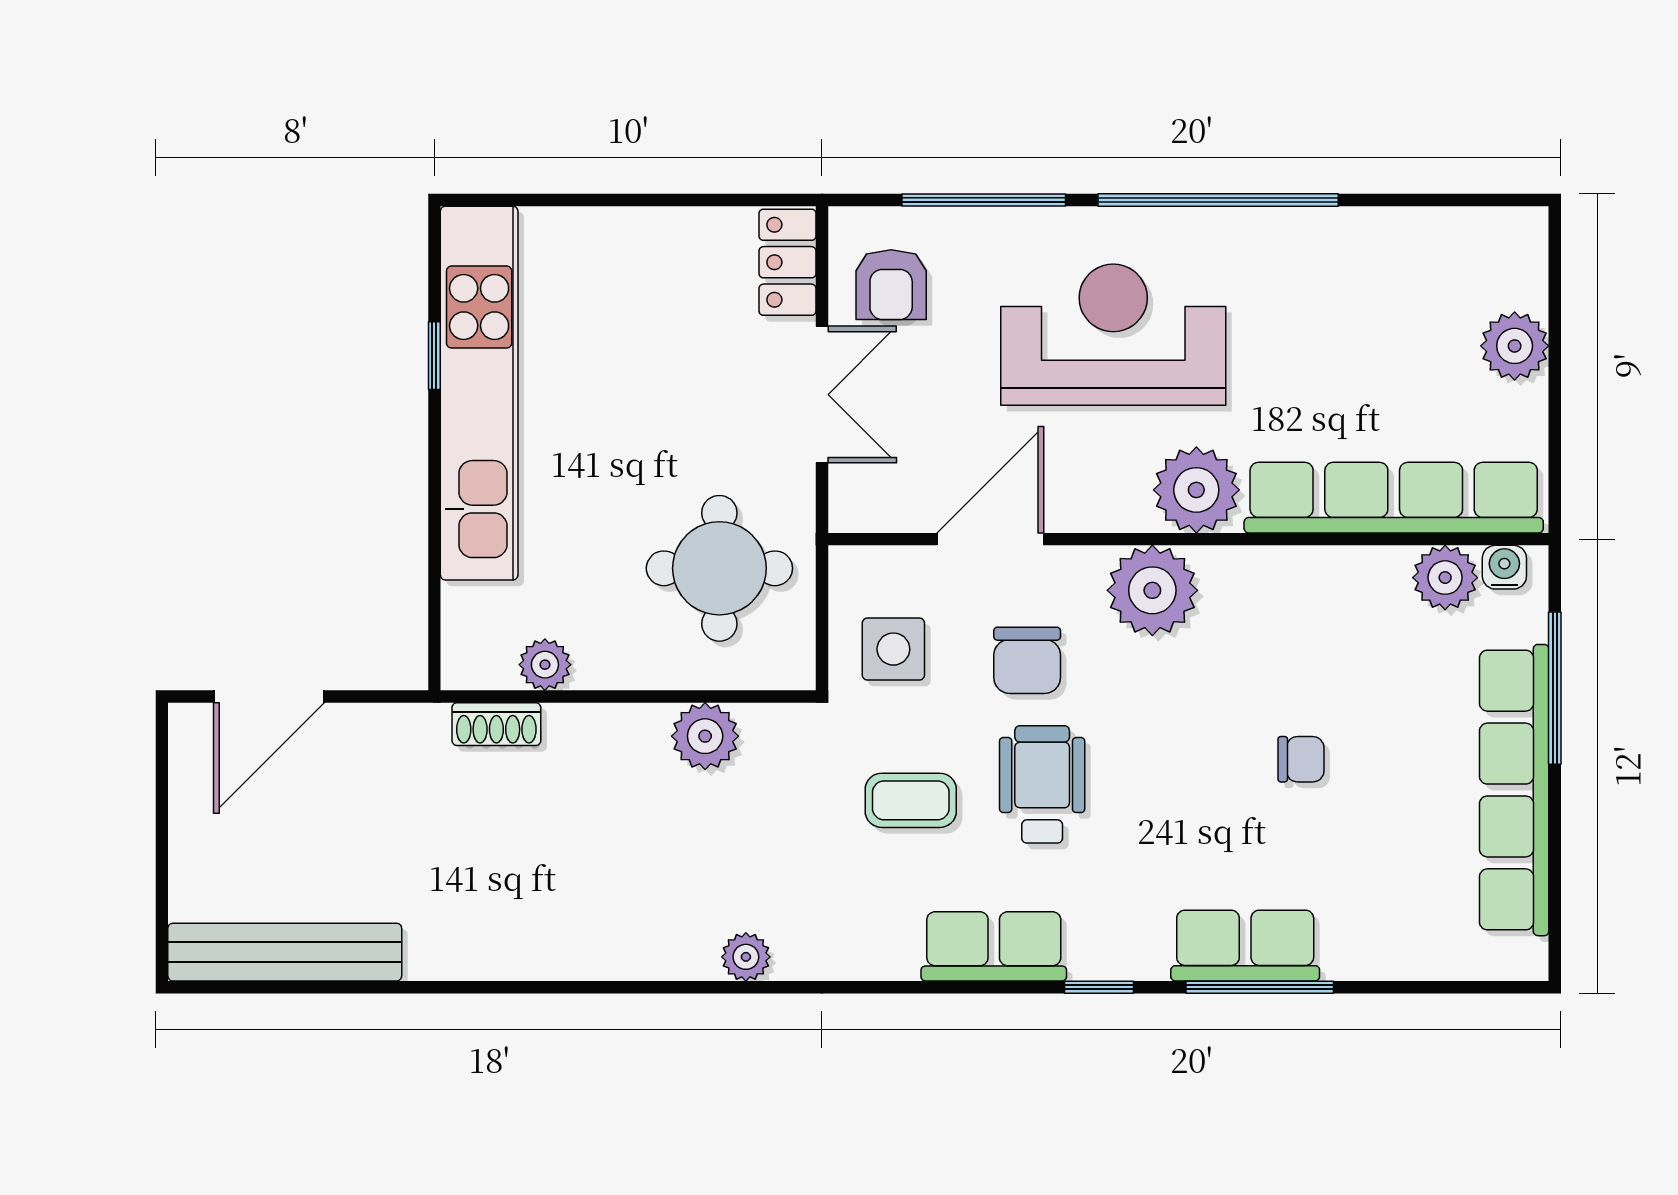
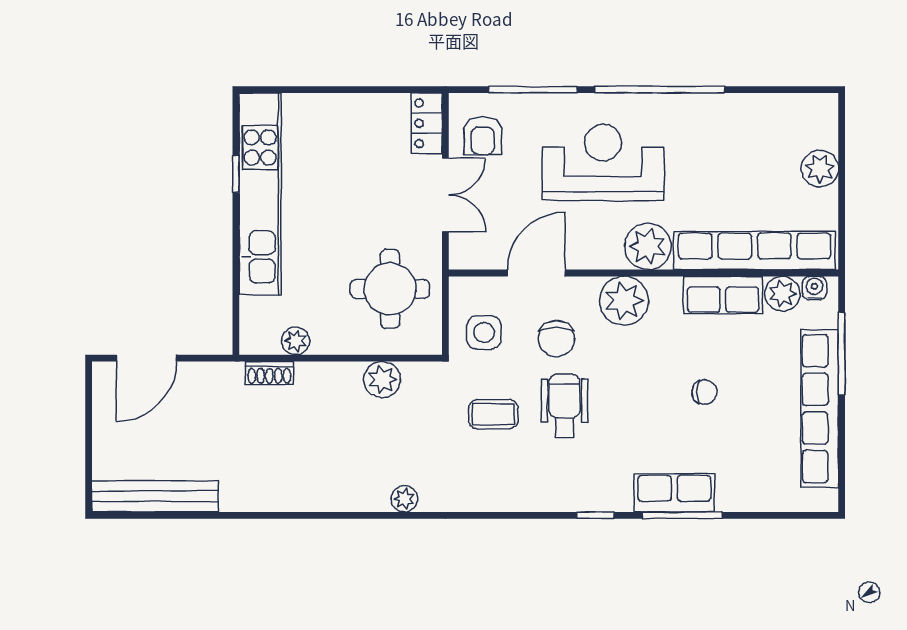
row of seats: (994, 946) -> (723, 295), moved, turned 180

